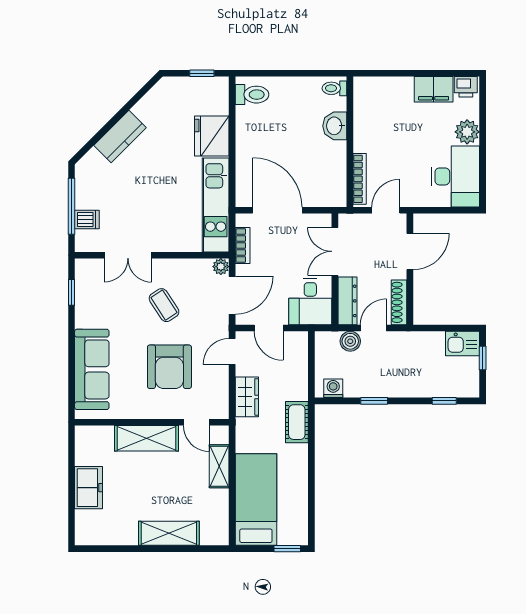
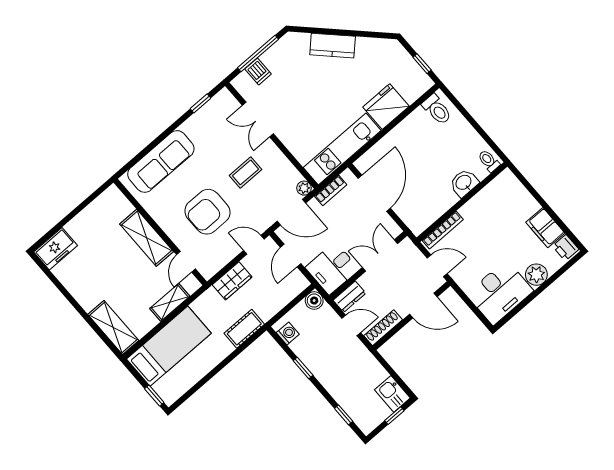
dresser: (347, 301) -> (349, 297), width x0.70
coffee table: (164, 305) -> (245, 172), turned 33
boiler: (350, 341) -> (314, 301), moved
freezer: (89, 488) -> (56, 249), moved
shelving: (169, 533) -> (113, 328), moved

